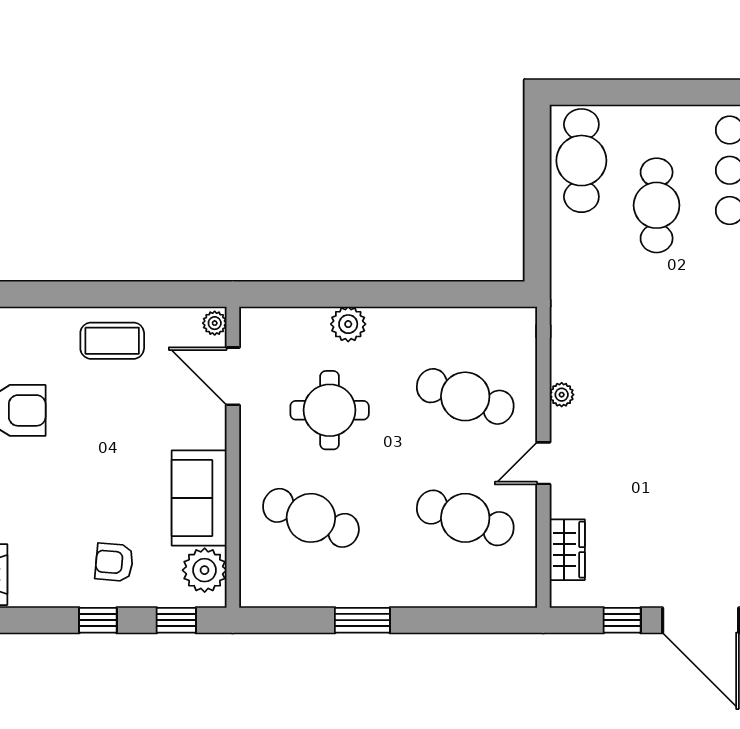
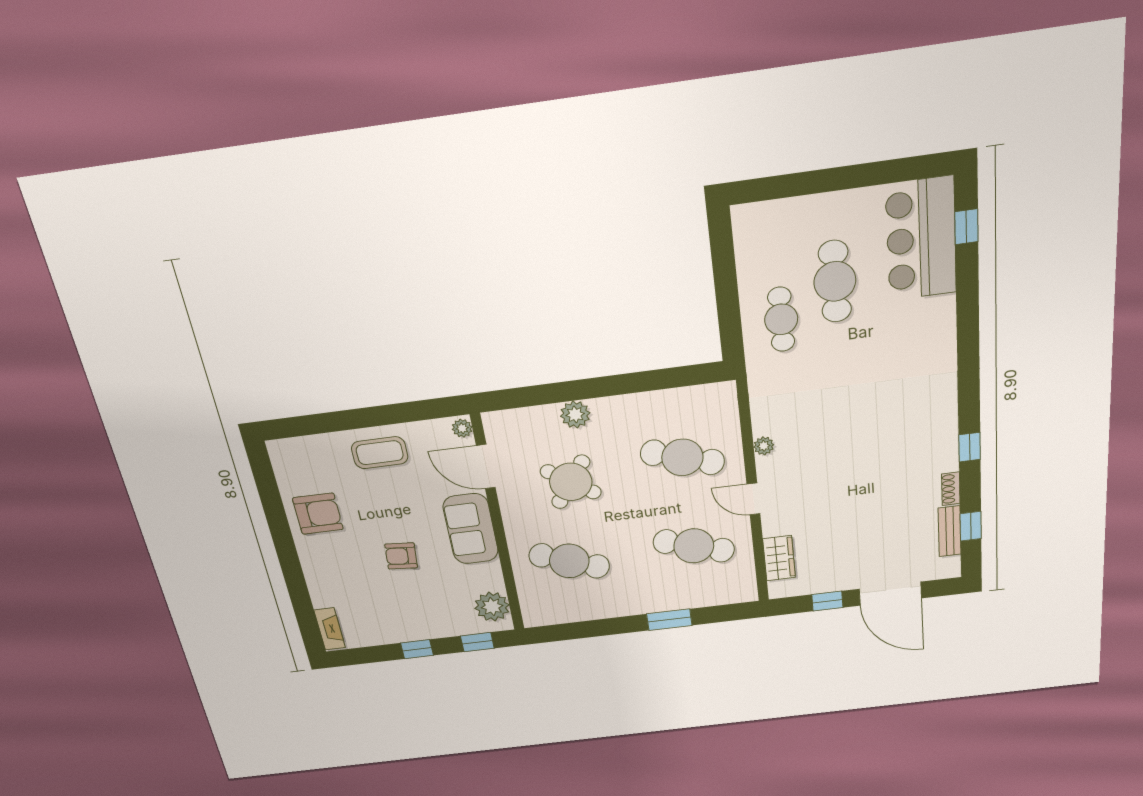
cafe table: (581, 161) -> (781, 319), moved, width x0.73, depth x0.74
round table: (330, 410) -> (571, 482), turned 35
door: (543, 463) -> (753, 499), hinge flipped
sofa: (199, 498) -> (471, 529), moved
armchair: (114, 562) -> (401, 556), moved
window: (362, 620) -> (669, 620), moved

